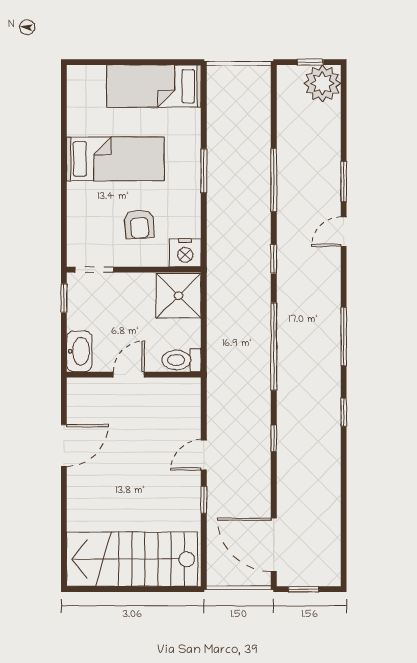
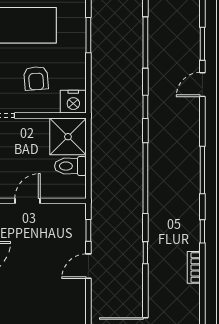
toilet: (182, 360) -> (70, 166), moved
bookcase: (333, 456) -> (194, 267), added
window: (204, 500) -> (88, 230), moved

